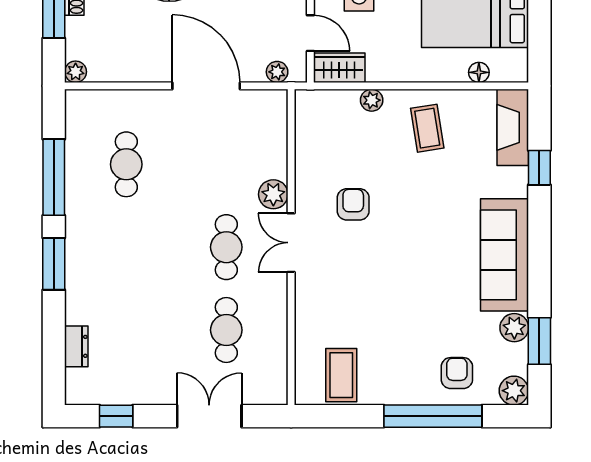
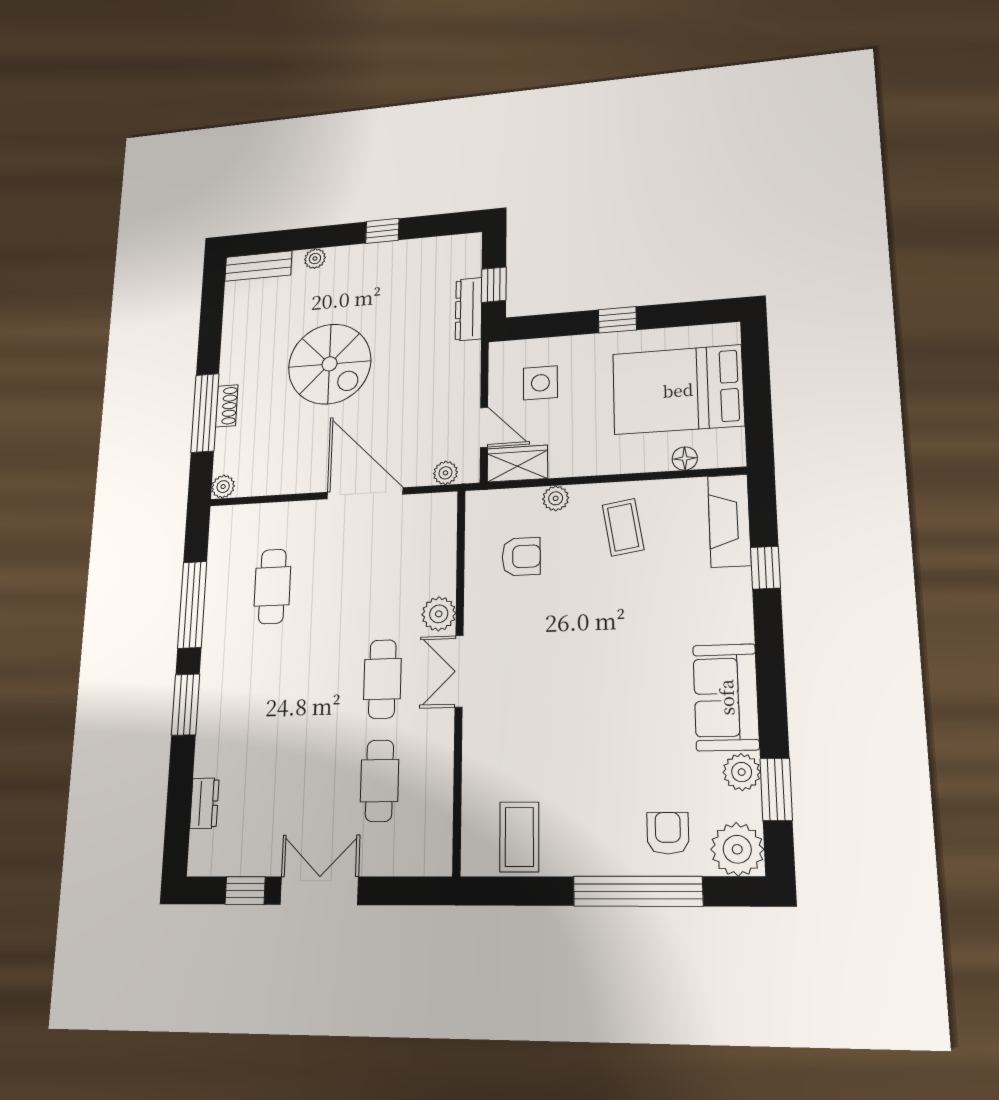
armchair: (353, 204) -> (521, 557), moved, turned 90
sofa: (505, 255) -> (726, 697), width x0.73
plant: (514, 391) -> (737, 849), width x1.36, depth x1.36
double door: (209, 416) -> (319, 891), moved

